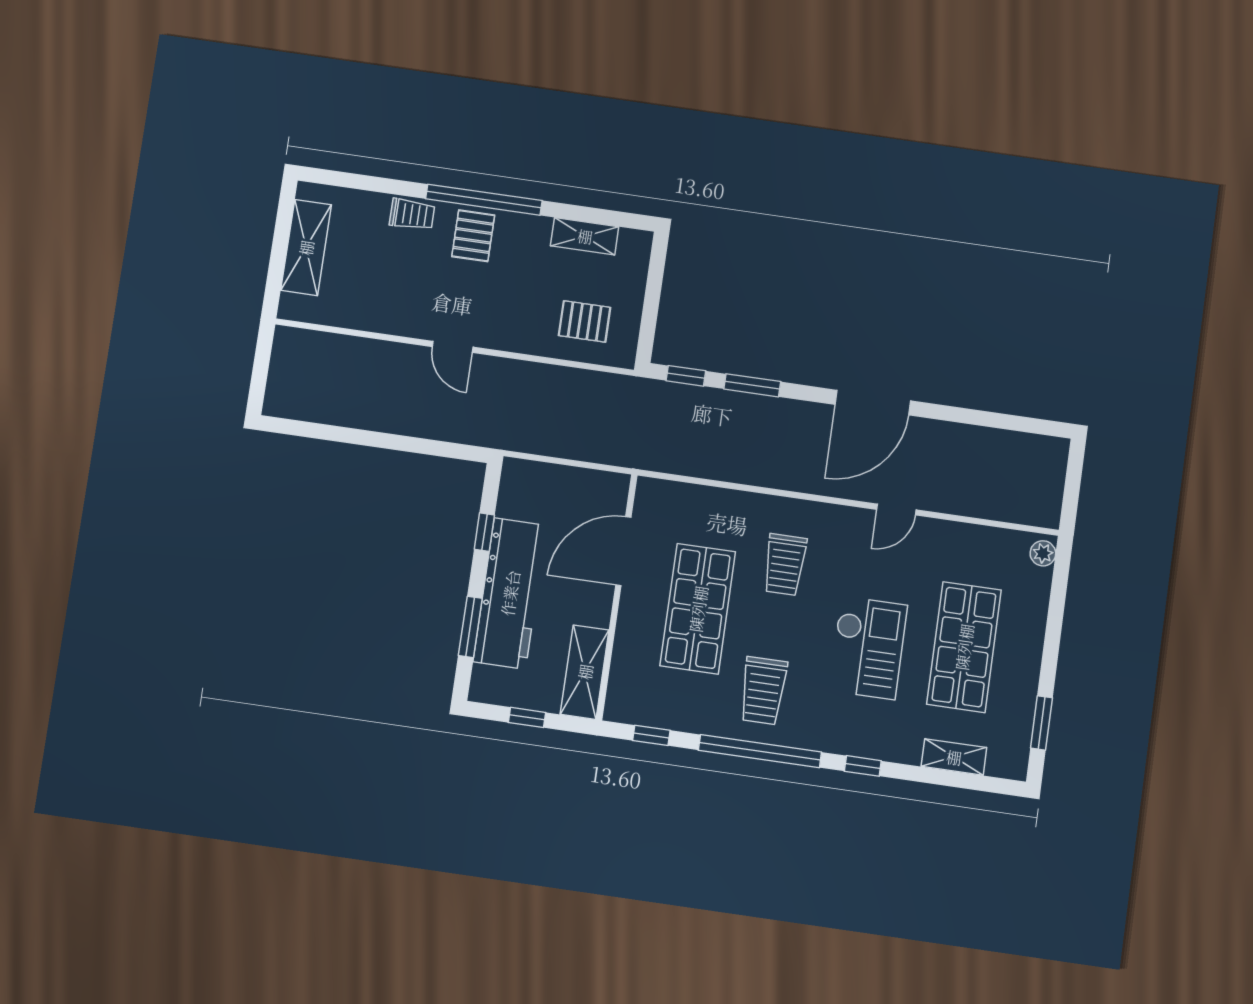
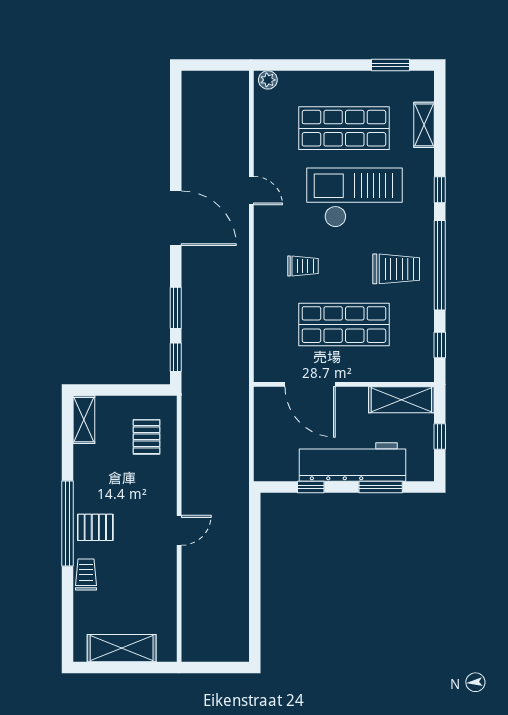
shelving: (585, 236) -> (84, 420), moved
trolley: (785, 565) -> (303, 266), width x0.73, depth x0.72
checkout: (868, 648) -> (354, 198), width x1.36, depth x1.21

